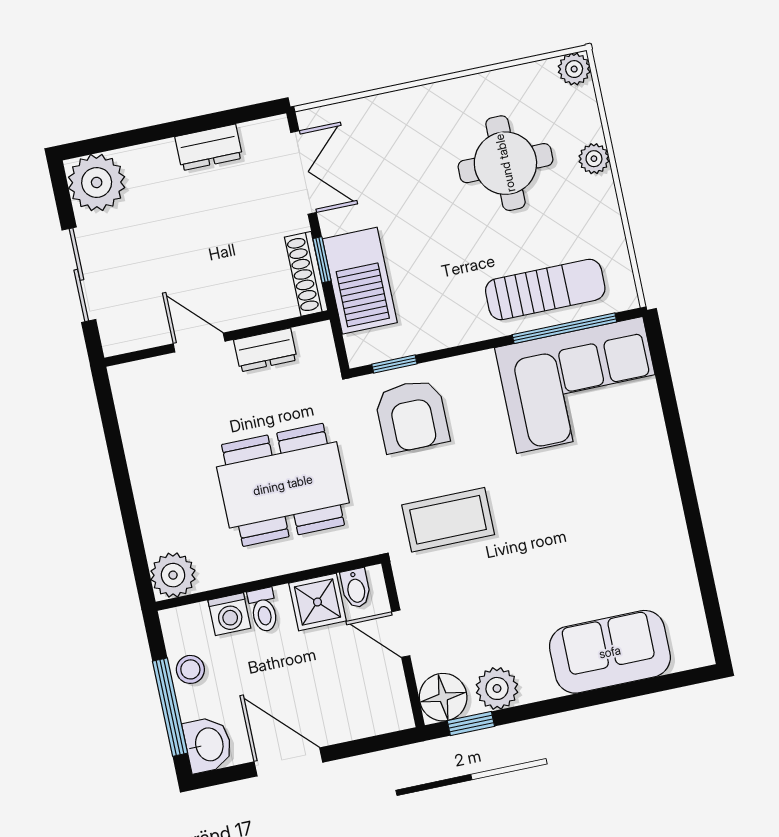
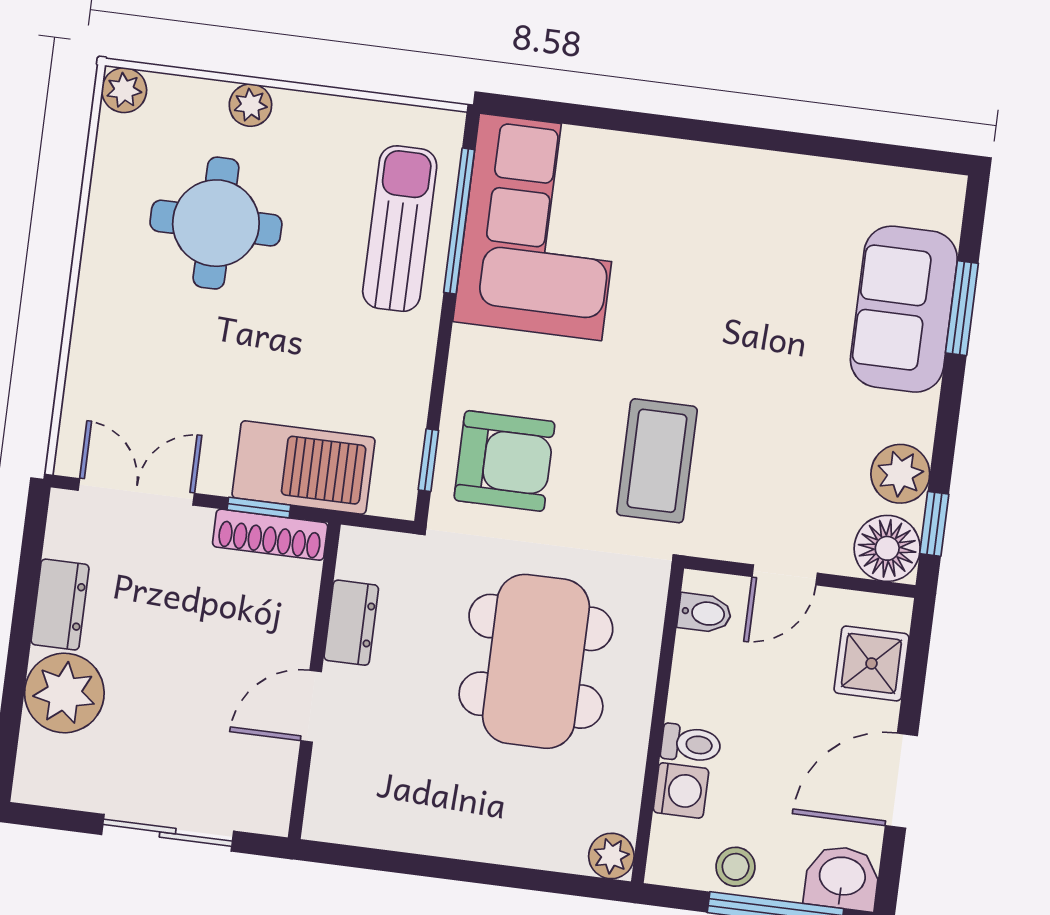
plant: (97, 182) -> (64, 693), moved
plant: (173, 575) -> (611, 856), width x0.73, depth x0.73
shower: (317, 602) -> (871, 663), moved
window: (624, 691) -> (962, 308), added

